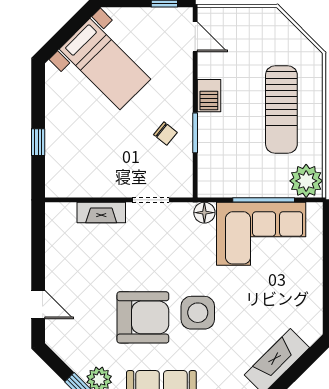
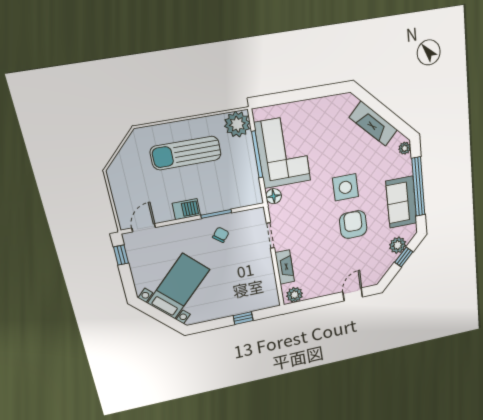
sun lounger: (281, 110) -> (186, 153), turned 180
plant: (57, 220) -> (295, 295), added
armchair: (143, 317) -> (353, 225), width x0.73, depth x0.73

